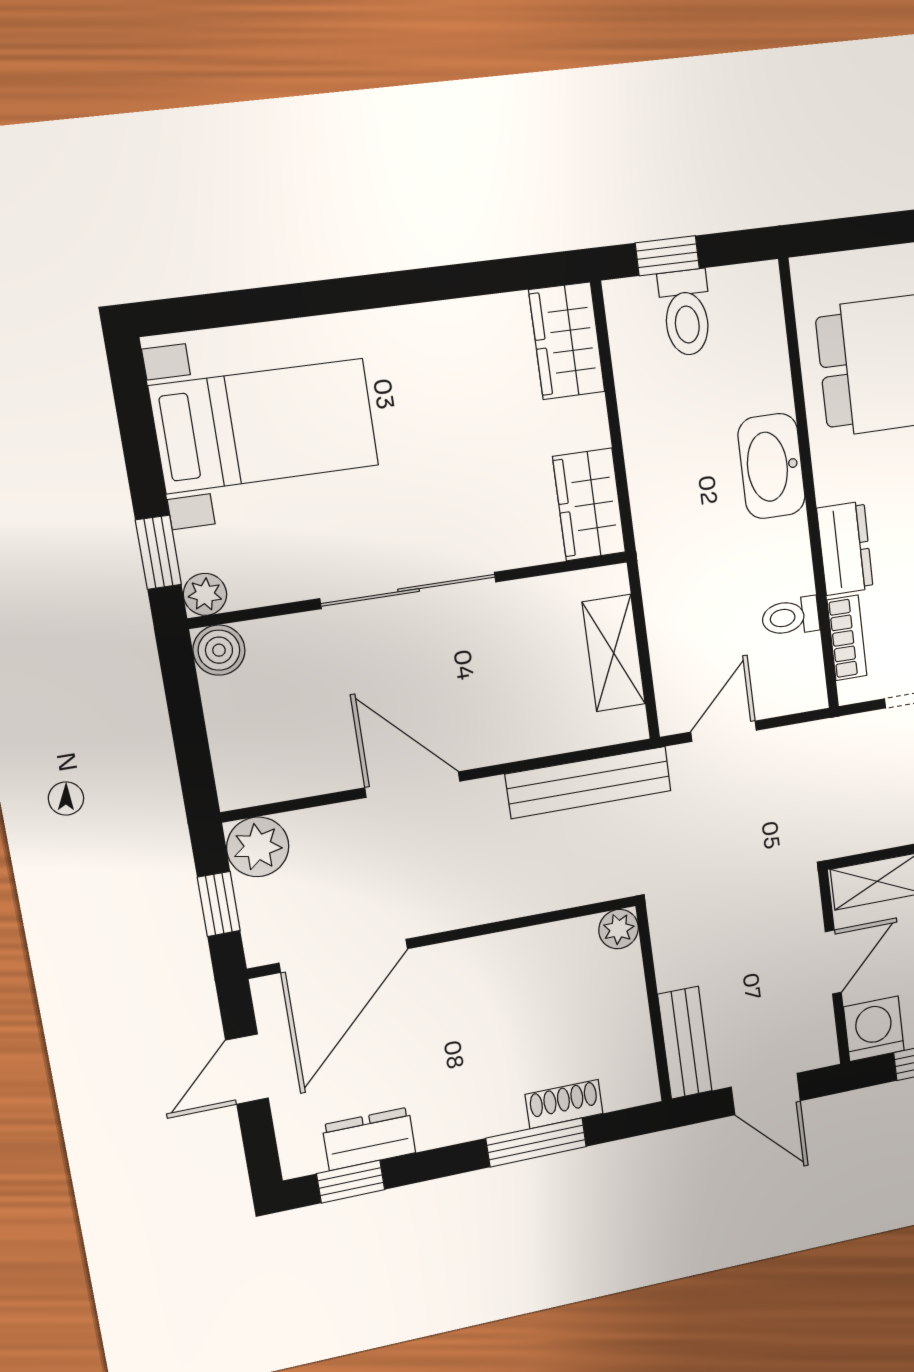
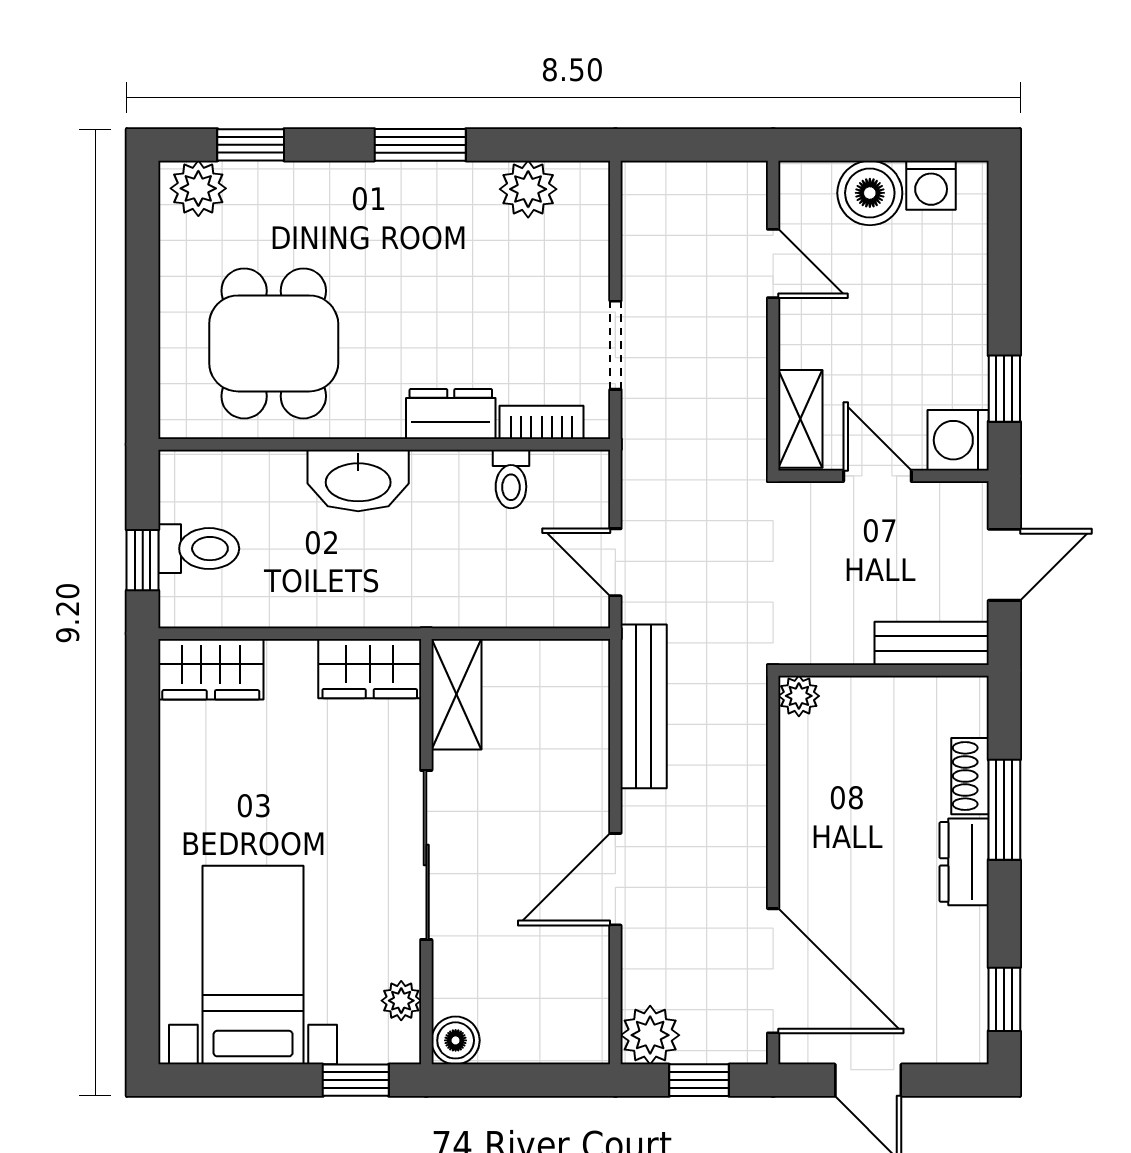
plant: (205, 594) -> (401, 1001), moved
shelving: (614, 653) -> (456, 694), moved, turned 90
dresser: (369, 1139) -> (964, 862), moved

